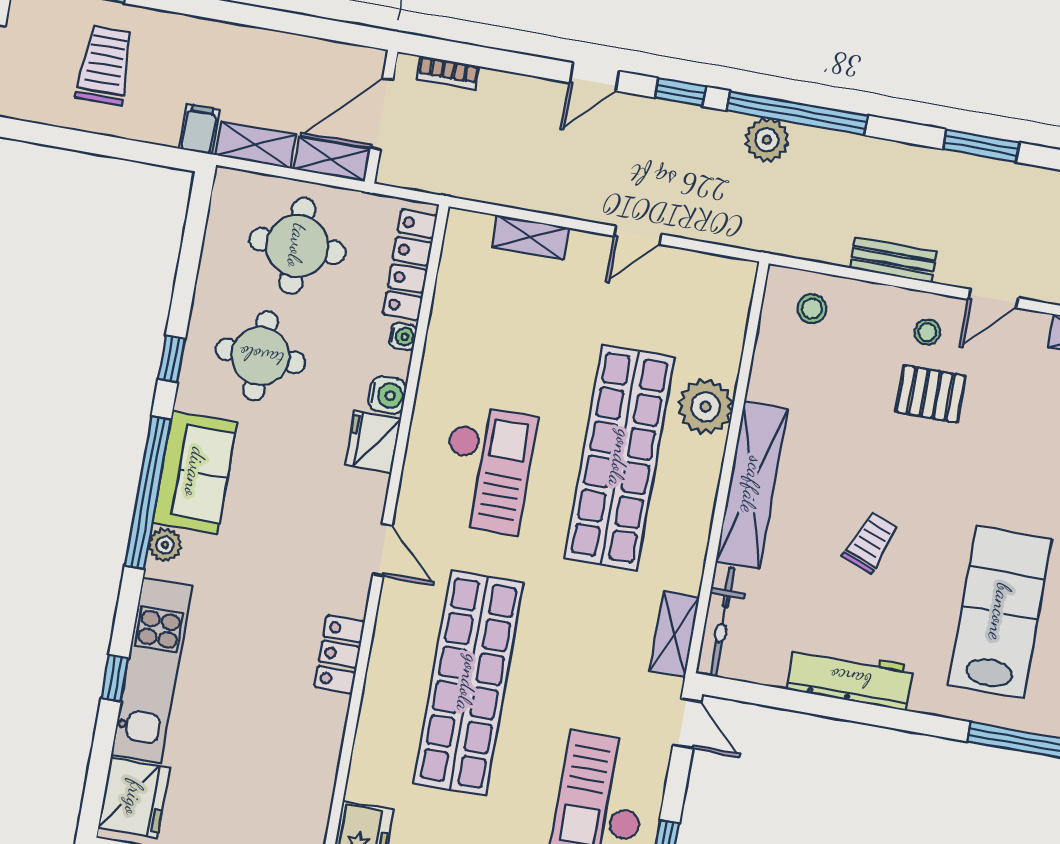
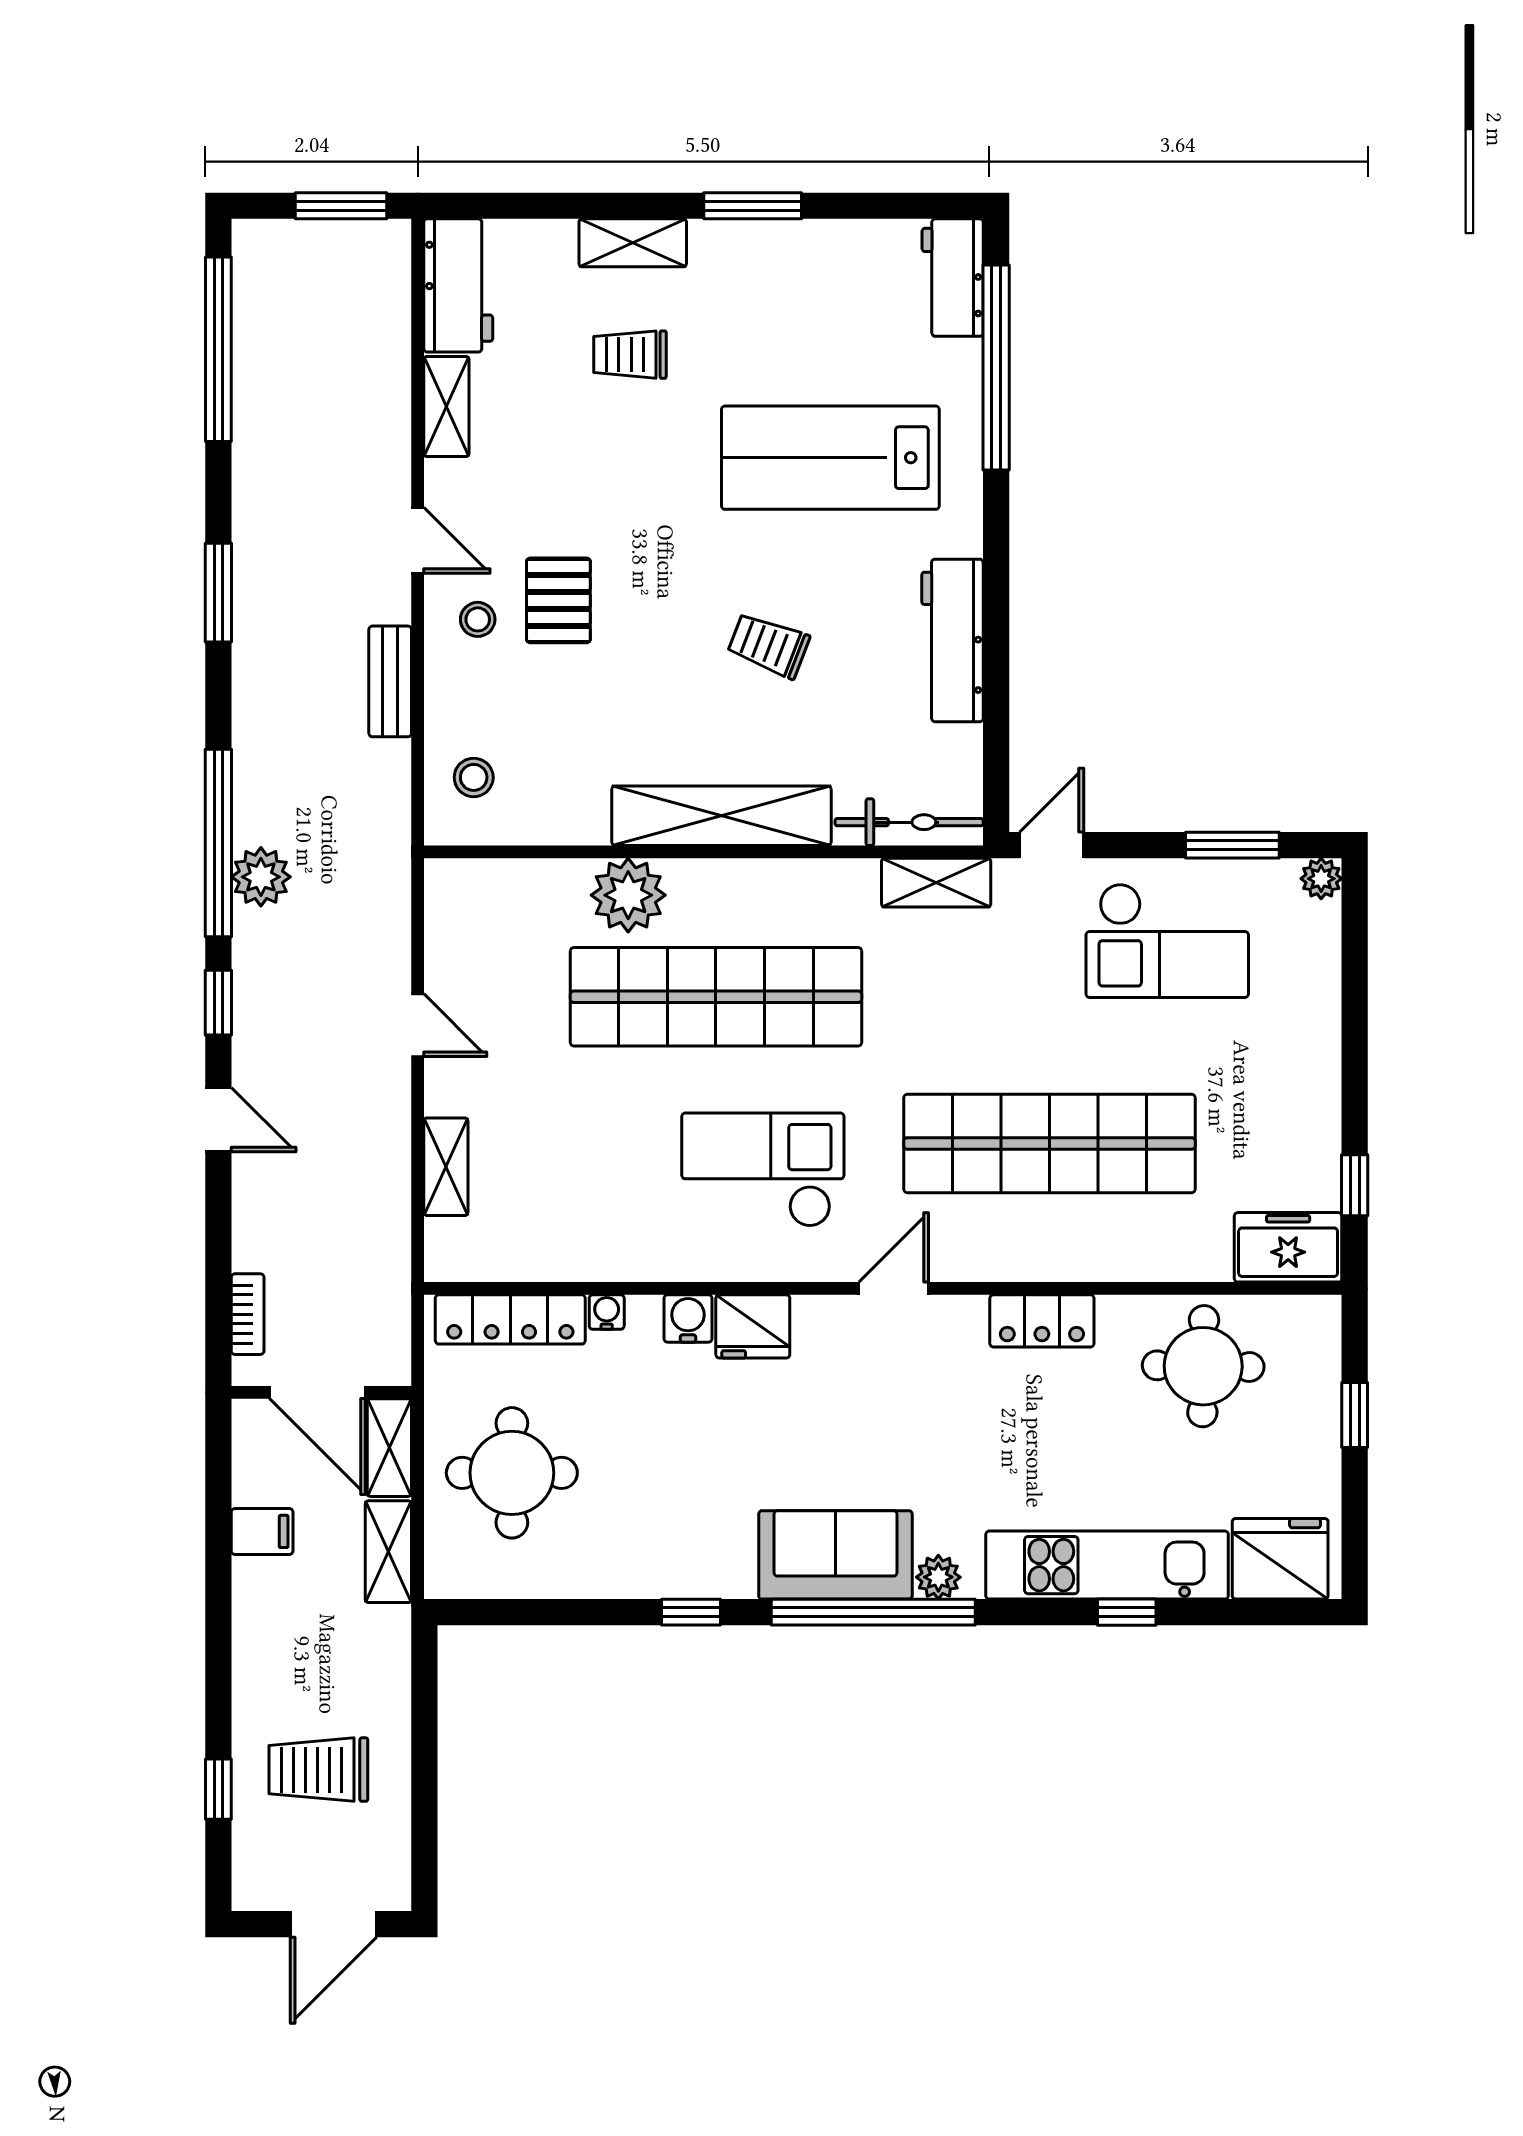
filing cabinet: (199, 129) -> (262, 1531), moved, turned 180
round table: (261, 356) -> (1203, 1366), moved

